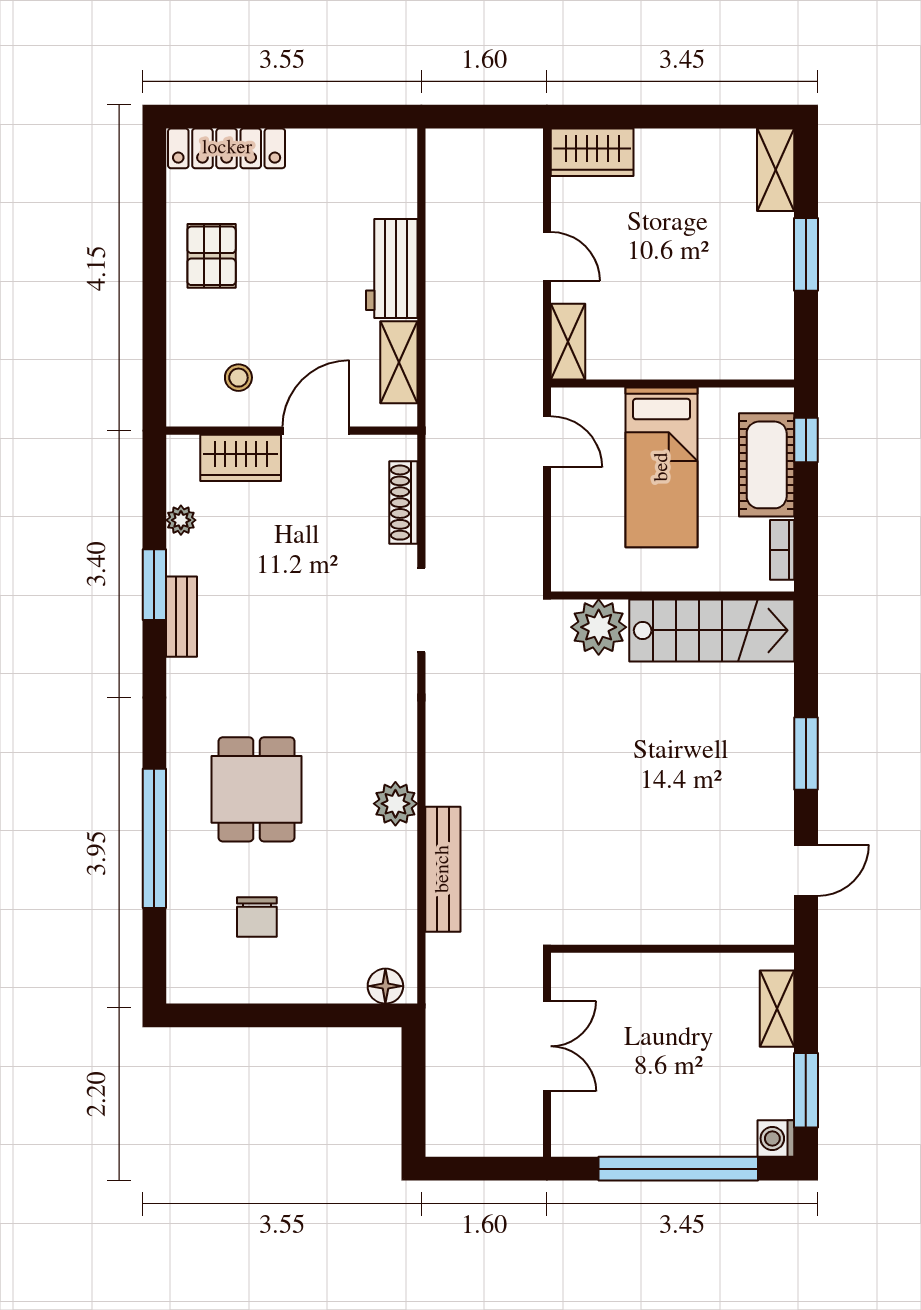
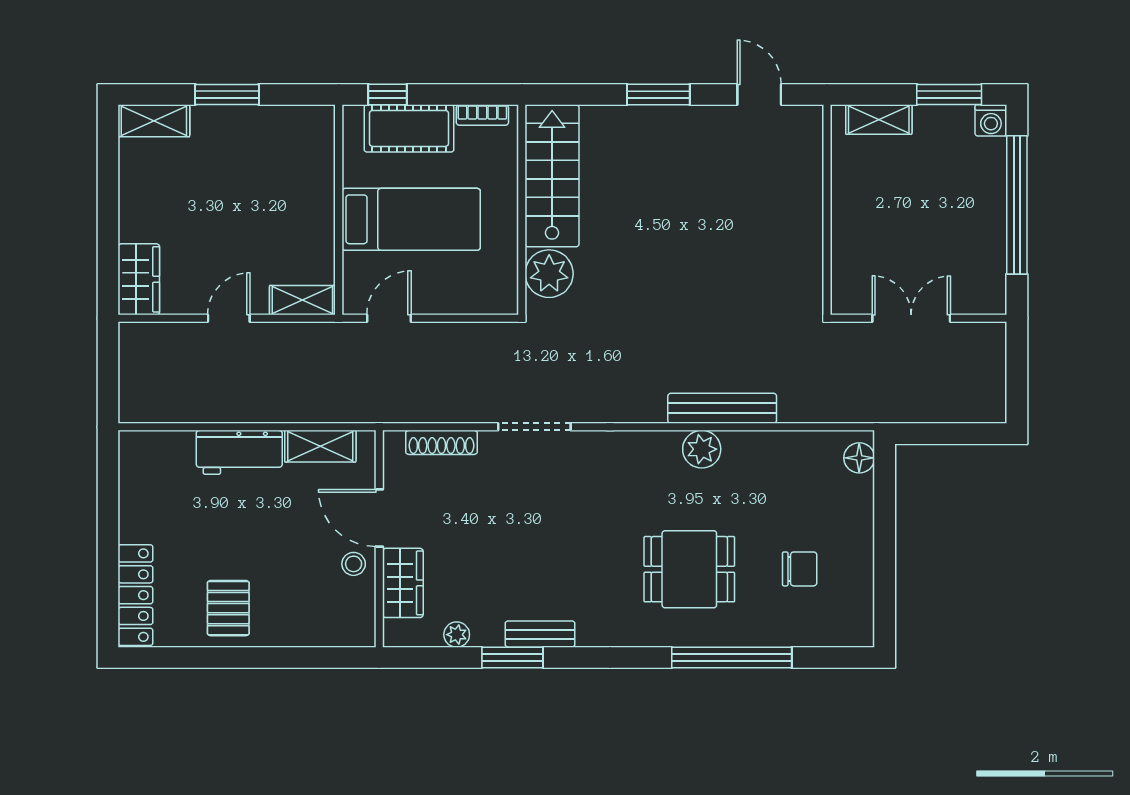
pallet: (212, 256) -> (228, 608), turned 90
stool: (238, 378) -> (354, 564), moved
bench: (443, 869) -> (722, 408), moved

